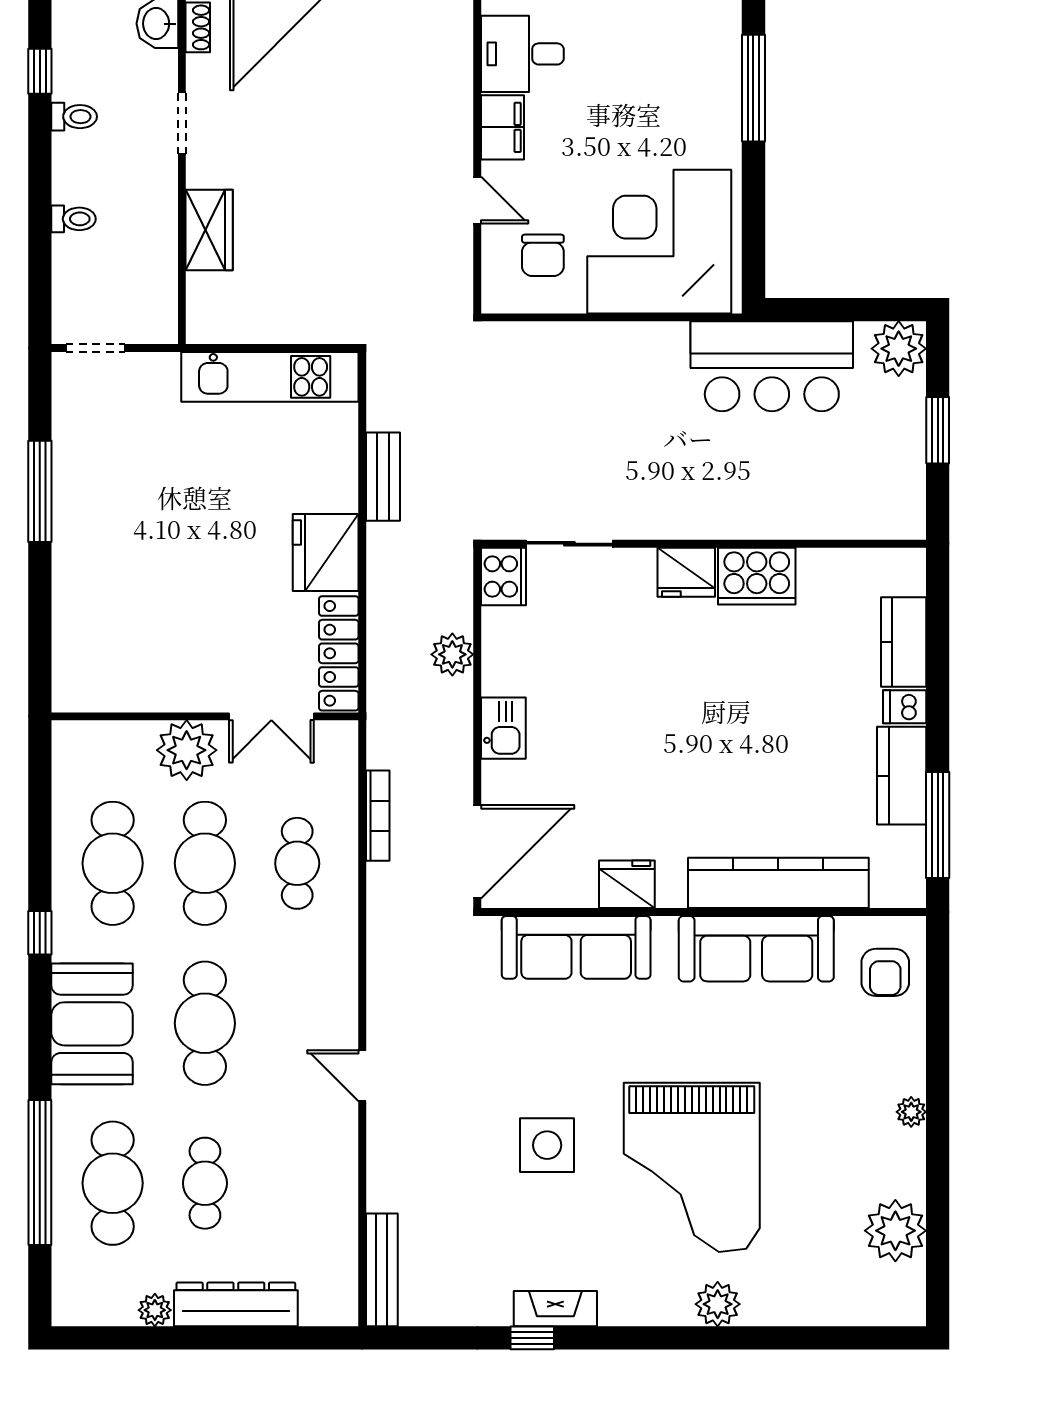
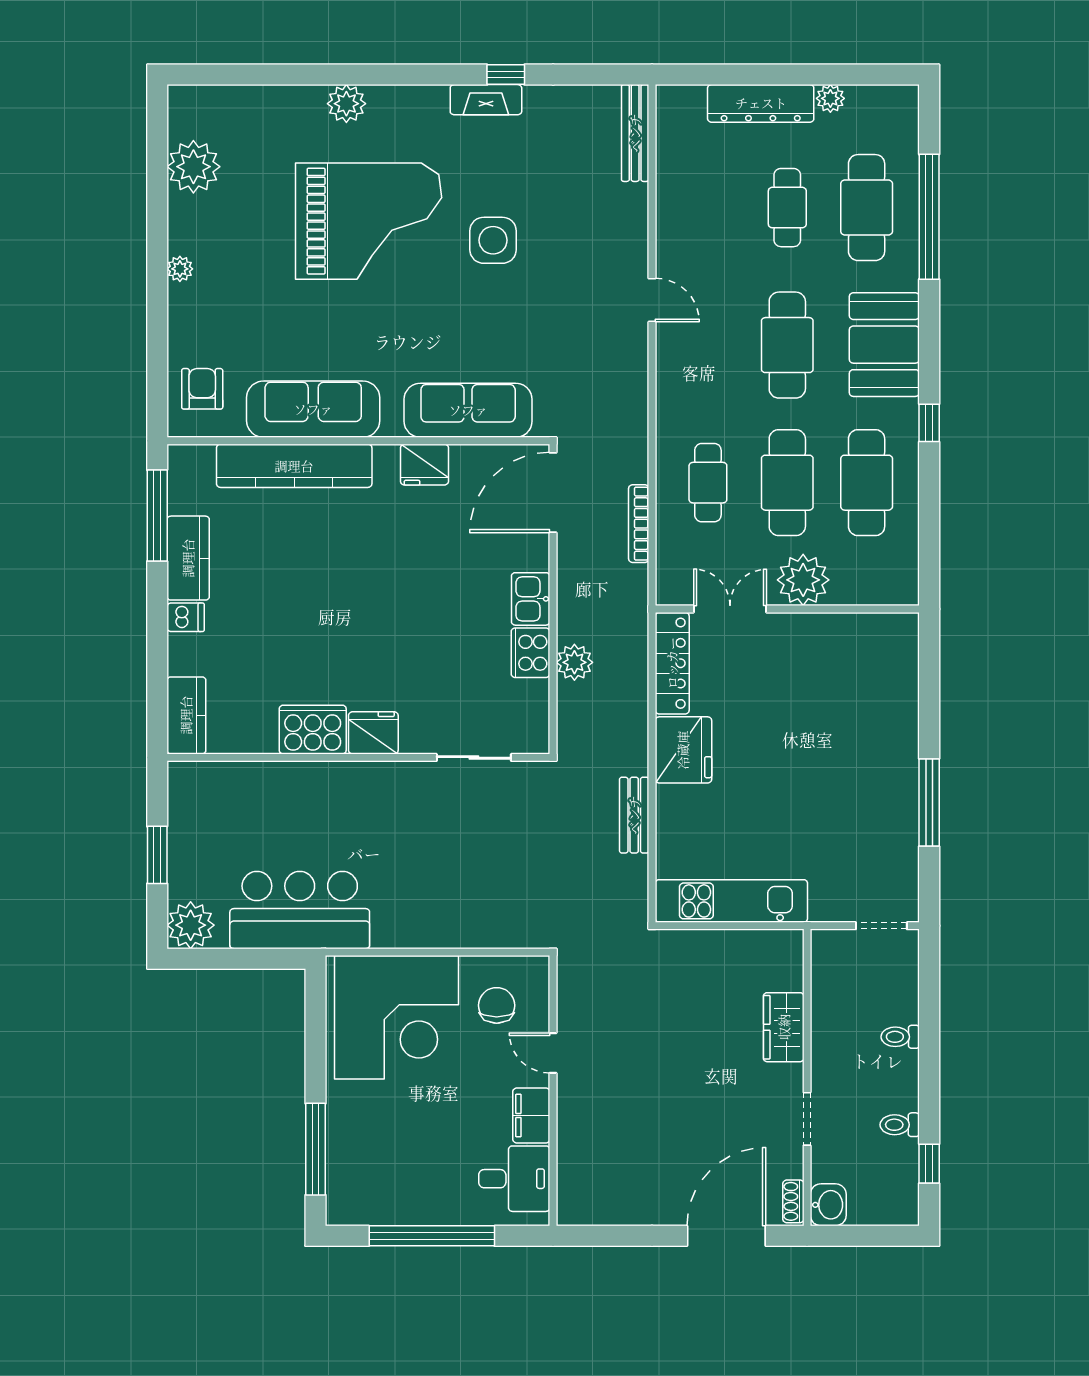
cooker: (503, 576) -> (530, 653), moved
kitchen counter: (904, 642) -> (186, 715), moved
grand piano: (692, 1167) -> (369, 221), turned 90

